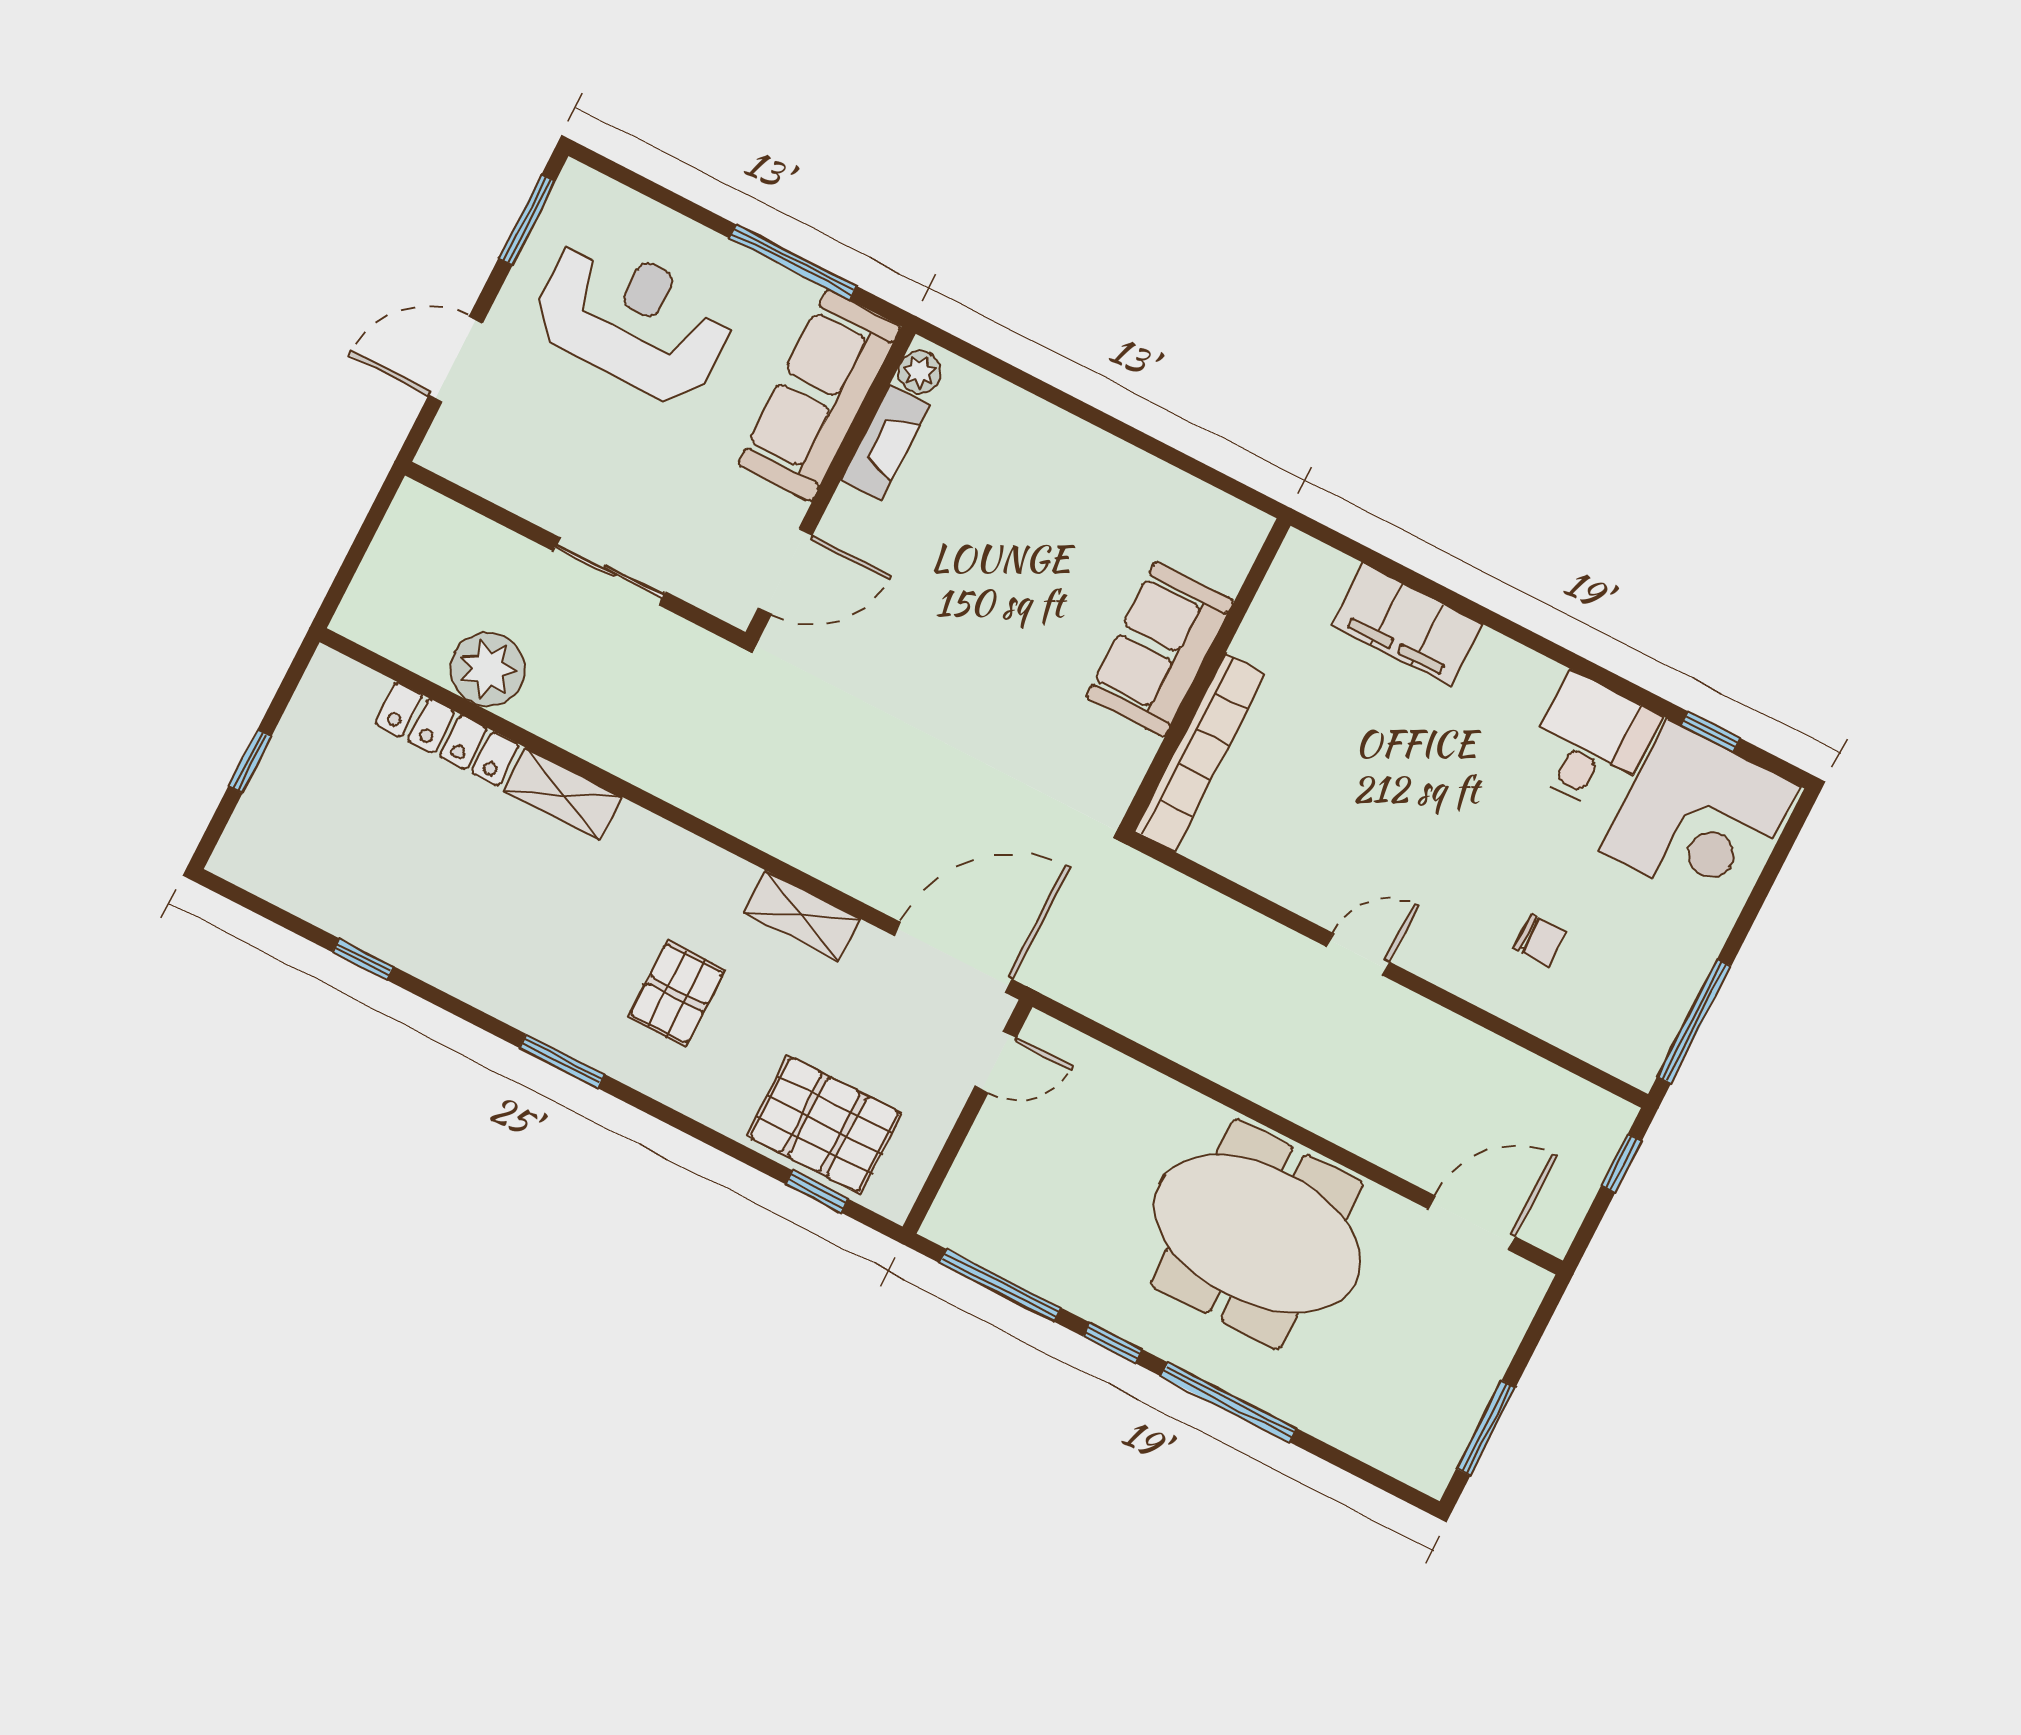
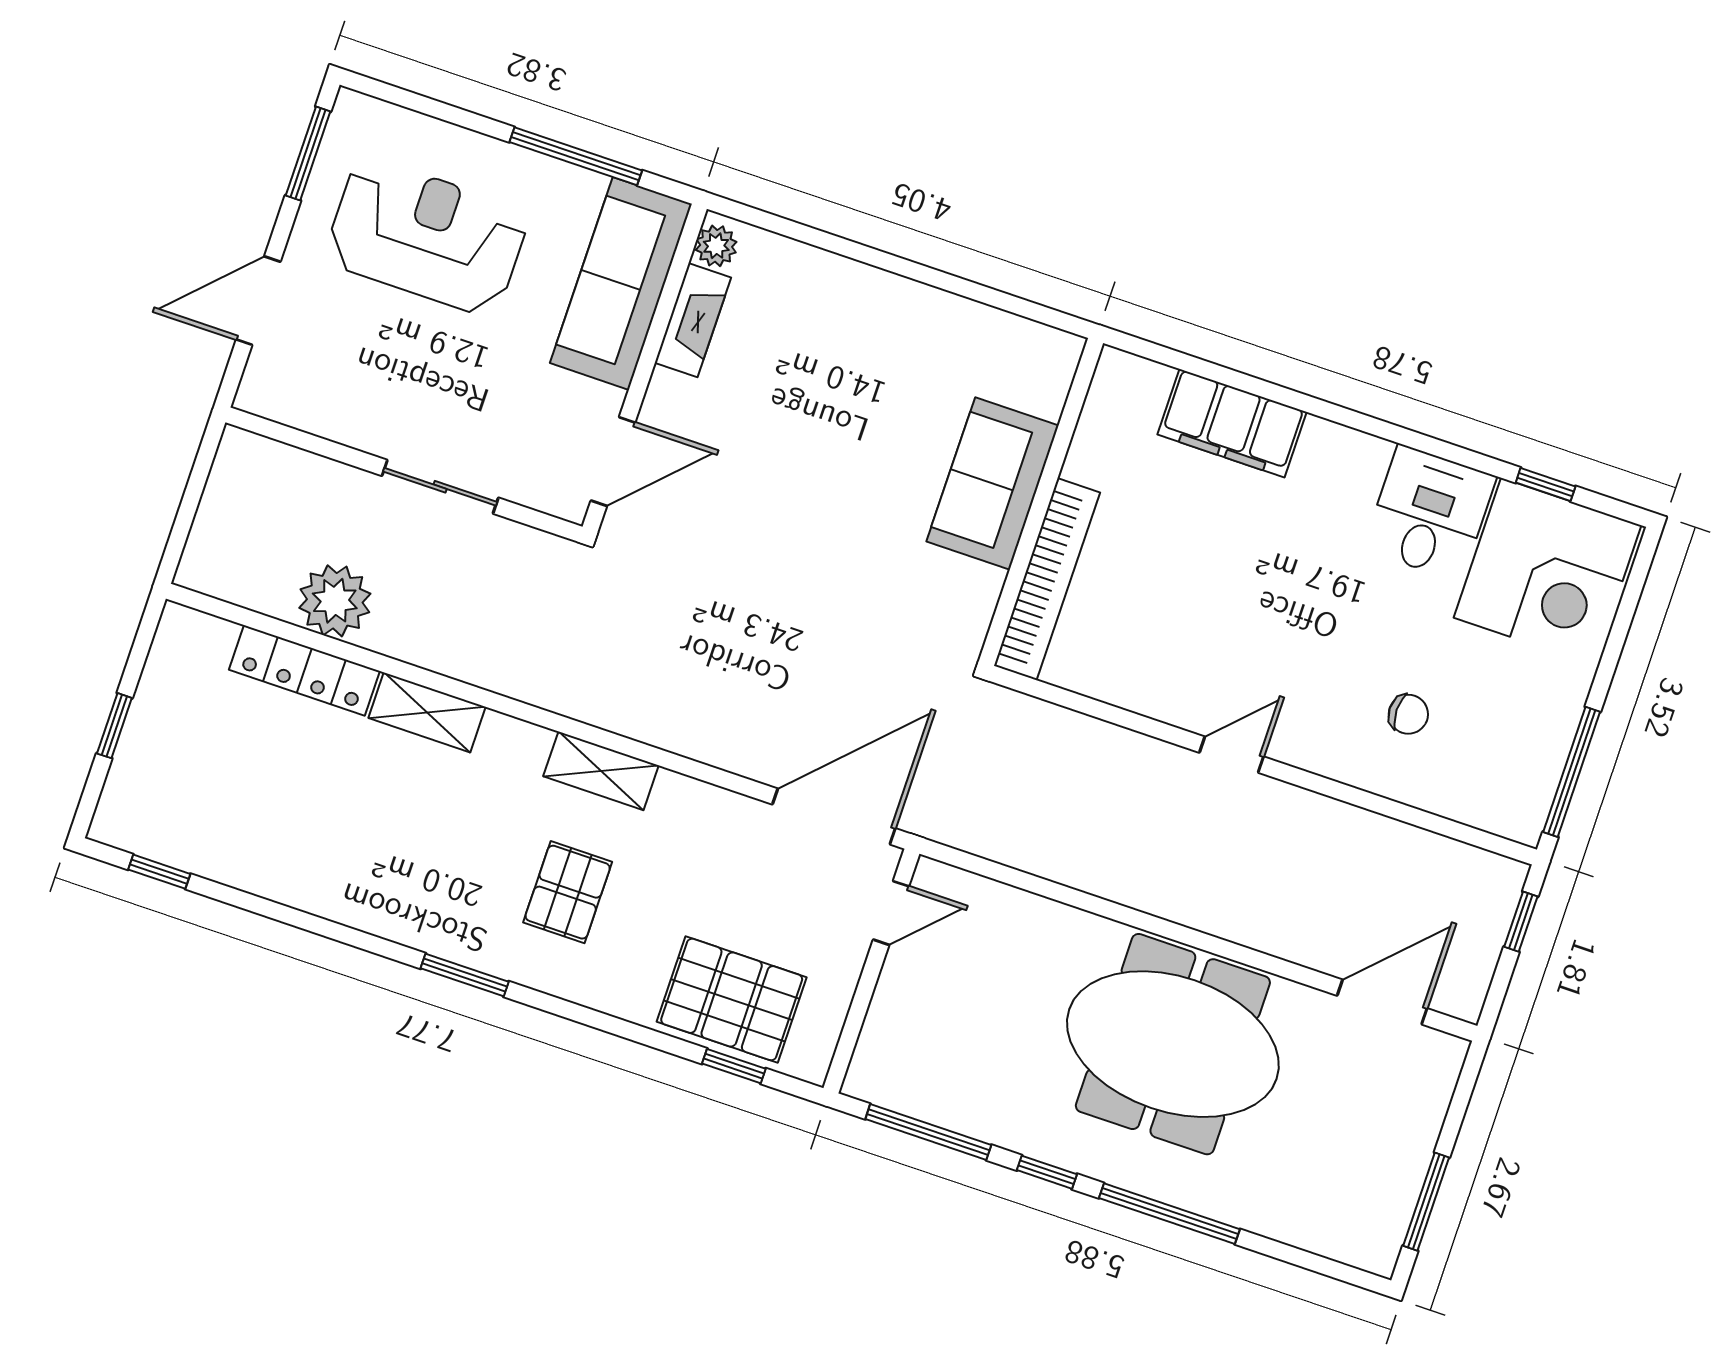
shelving: (802, 916) -> (601, 771), moved
window: (363, 959) -> (159, 872), moved

